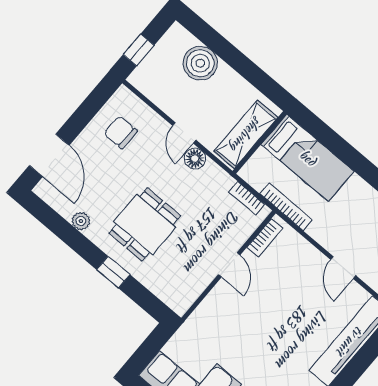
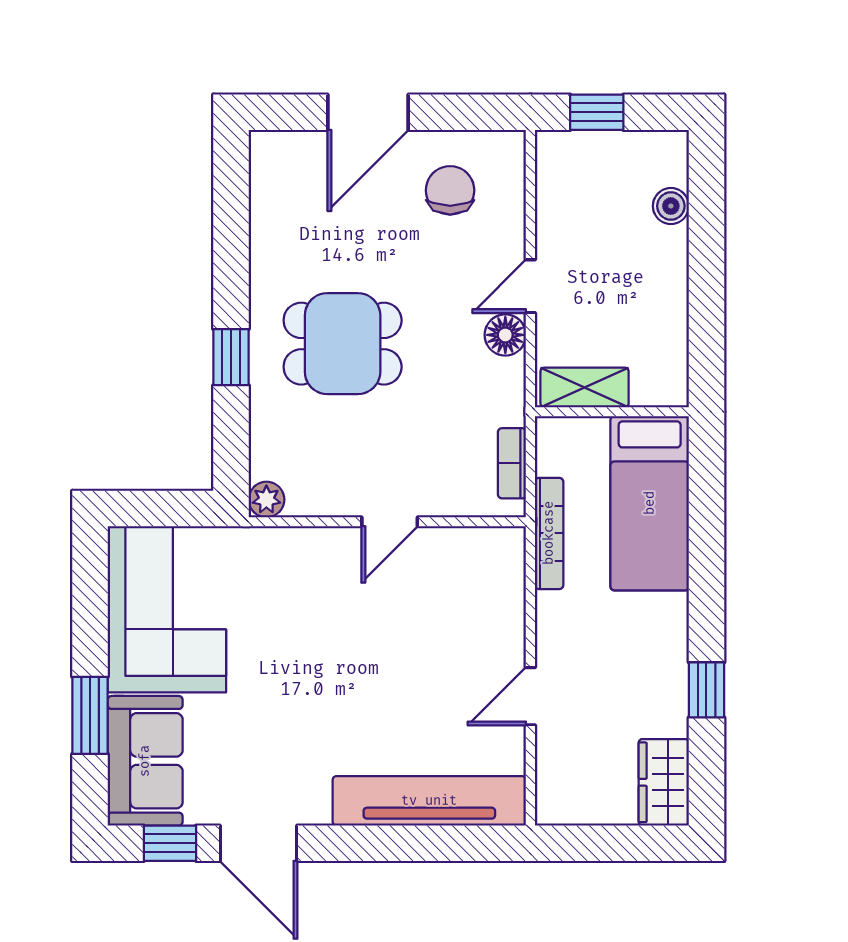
boiler: (200, 63) -> (671, 206), width x0.54, depth x0.54
shelving: (246, 134) -> (585, 387), width x0.67, depth x0.75
door: (49, 155) -> (368, 112), moved
plant: (81, 221) -> (266, 500), moved
bookcase: (265, 238) -> (476, 541), removed

